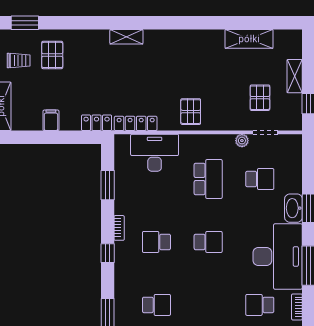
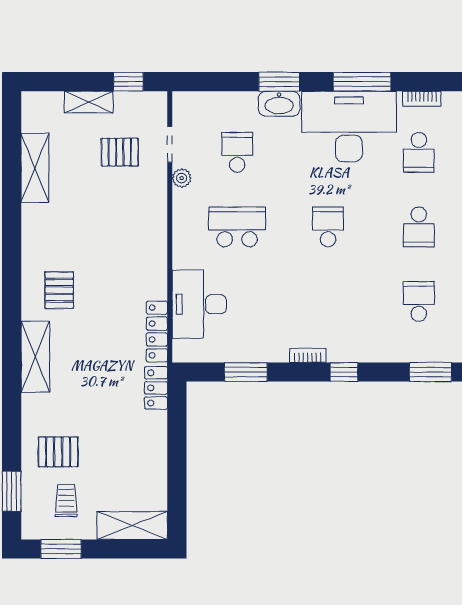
shelving: (126, 37) -> (35, 357), width x1.50, depth x1.33
pallet: (191, 112) -> (59, 290), moved, turned 90
filing cabinet: (51, 120) -> (152, 454), removed
school desk: (156, 242) -> (419, 227), moved

